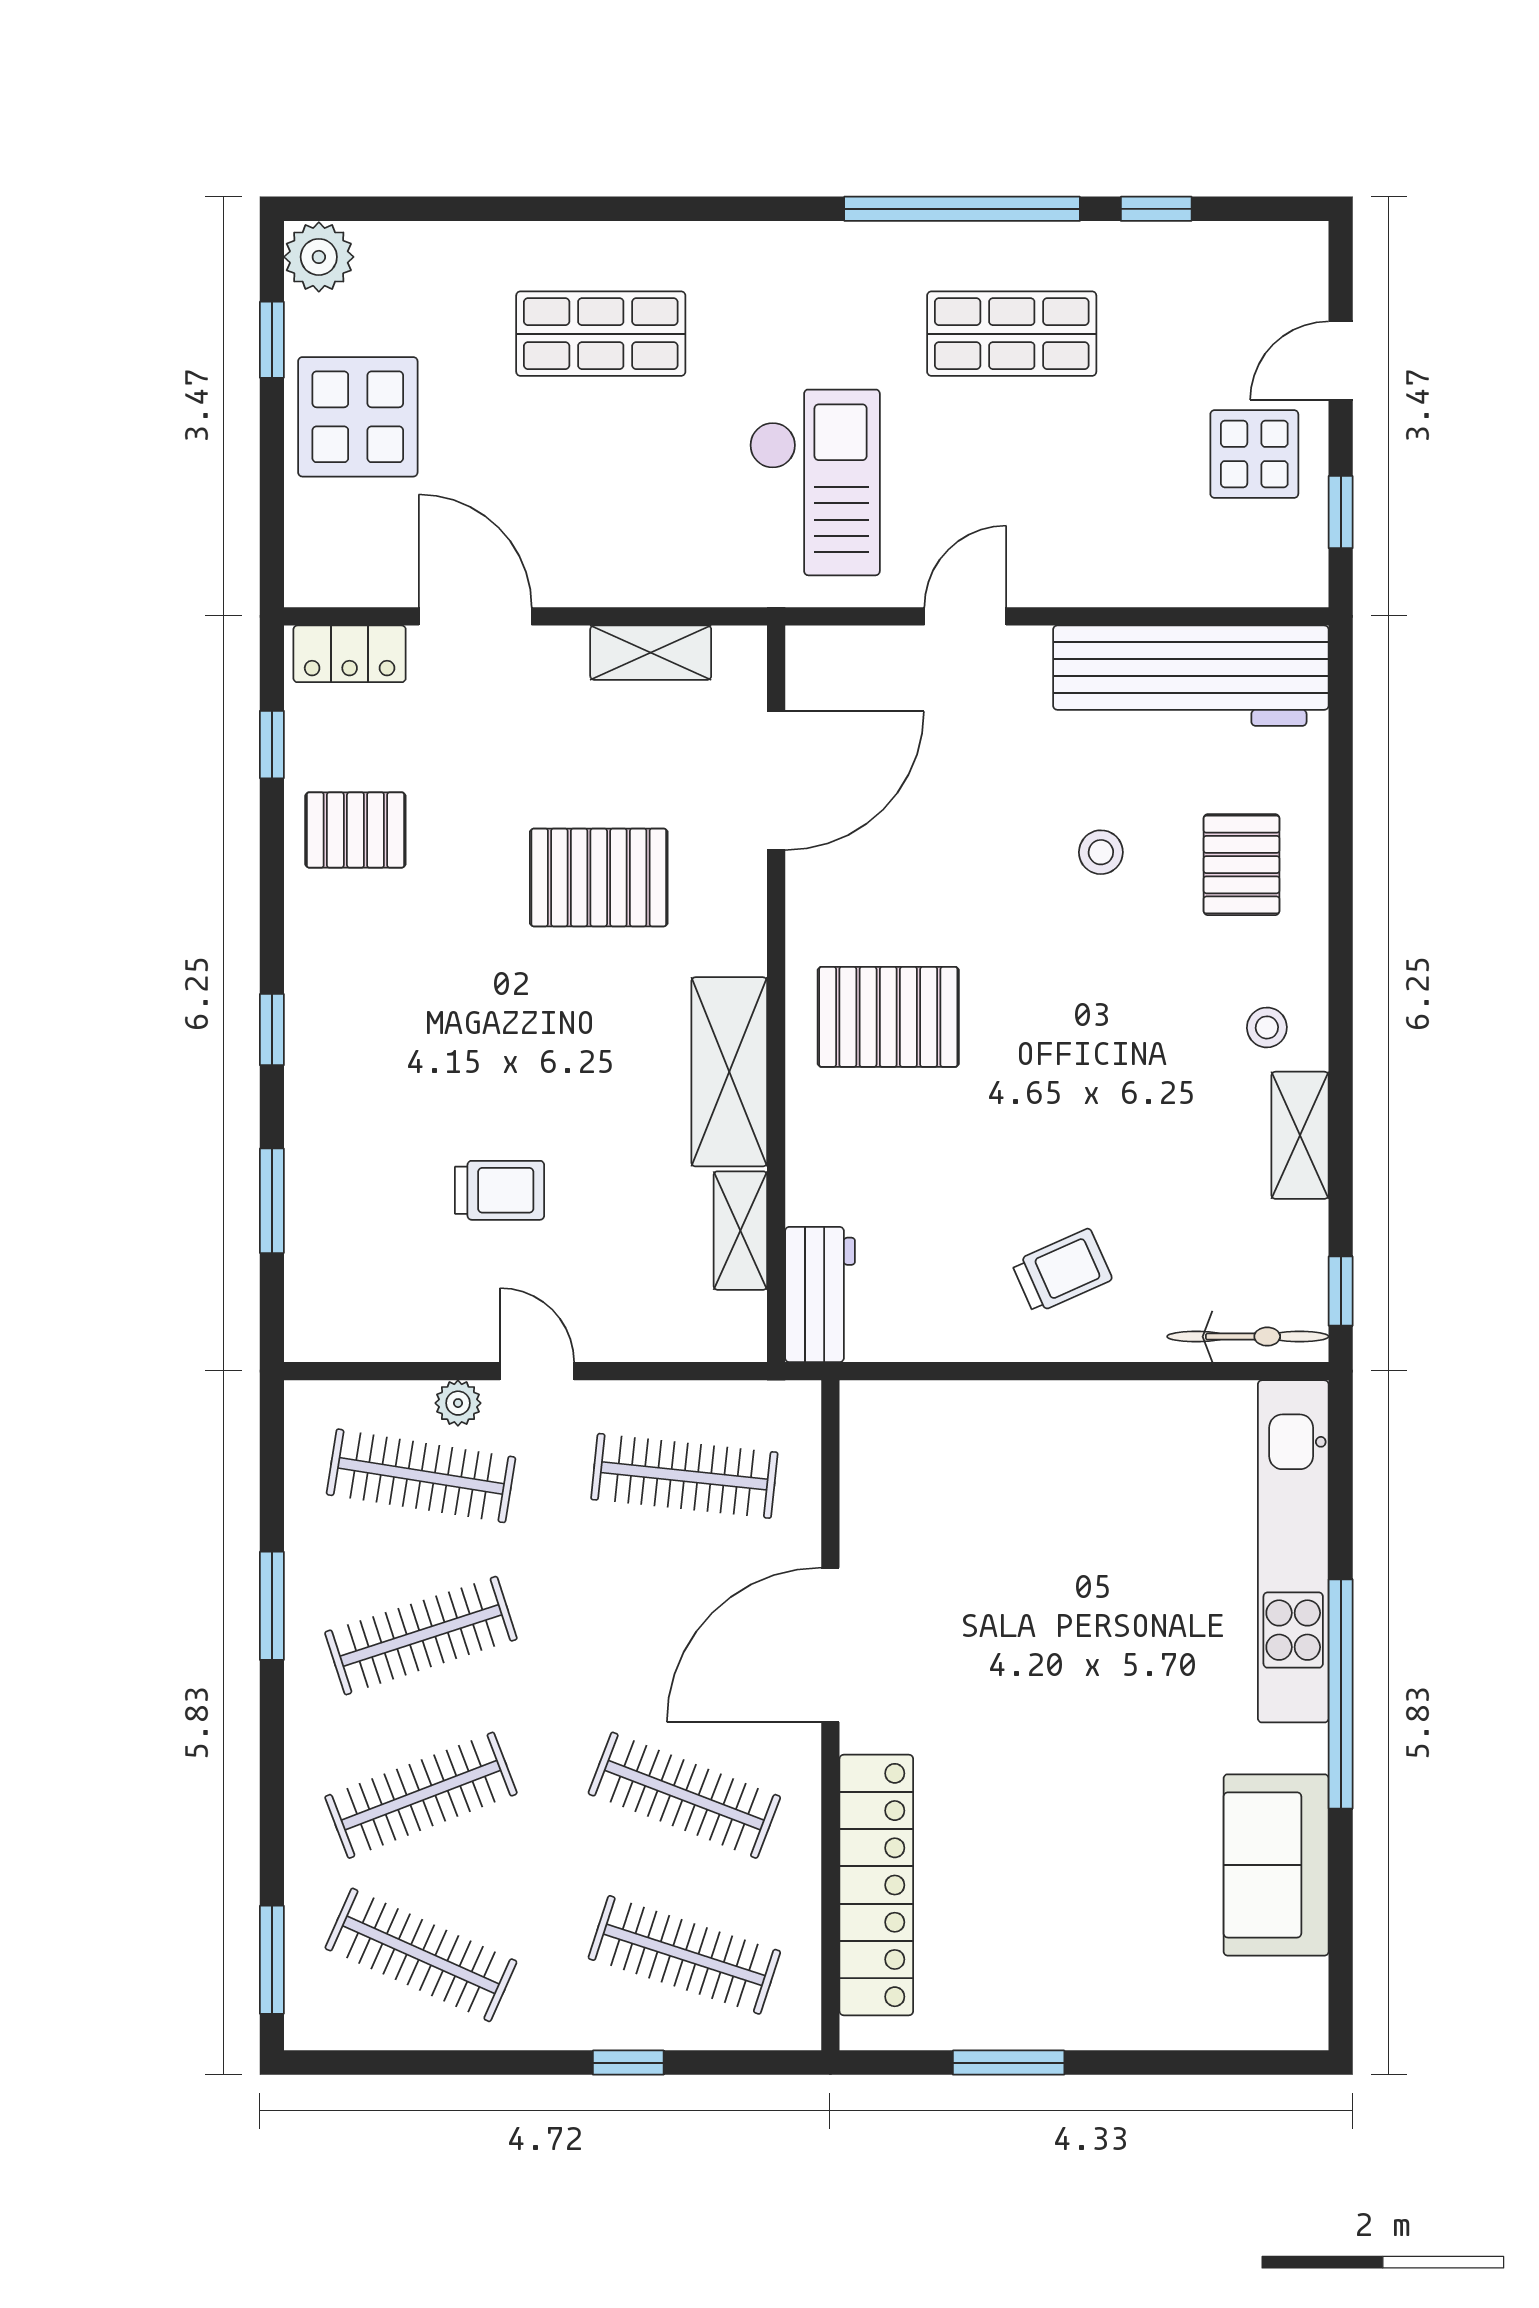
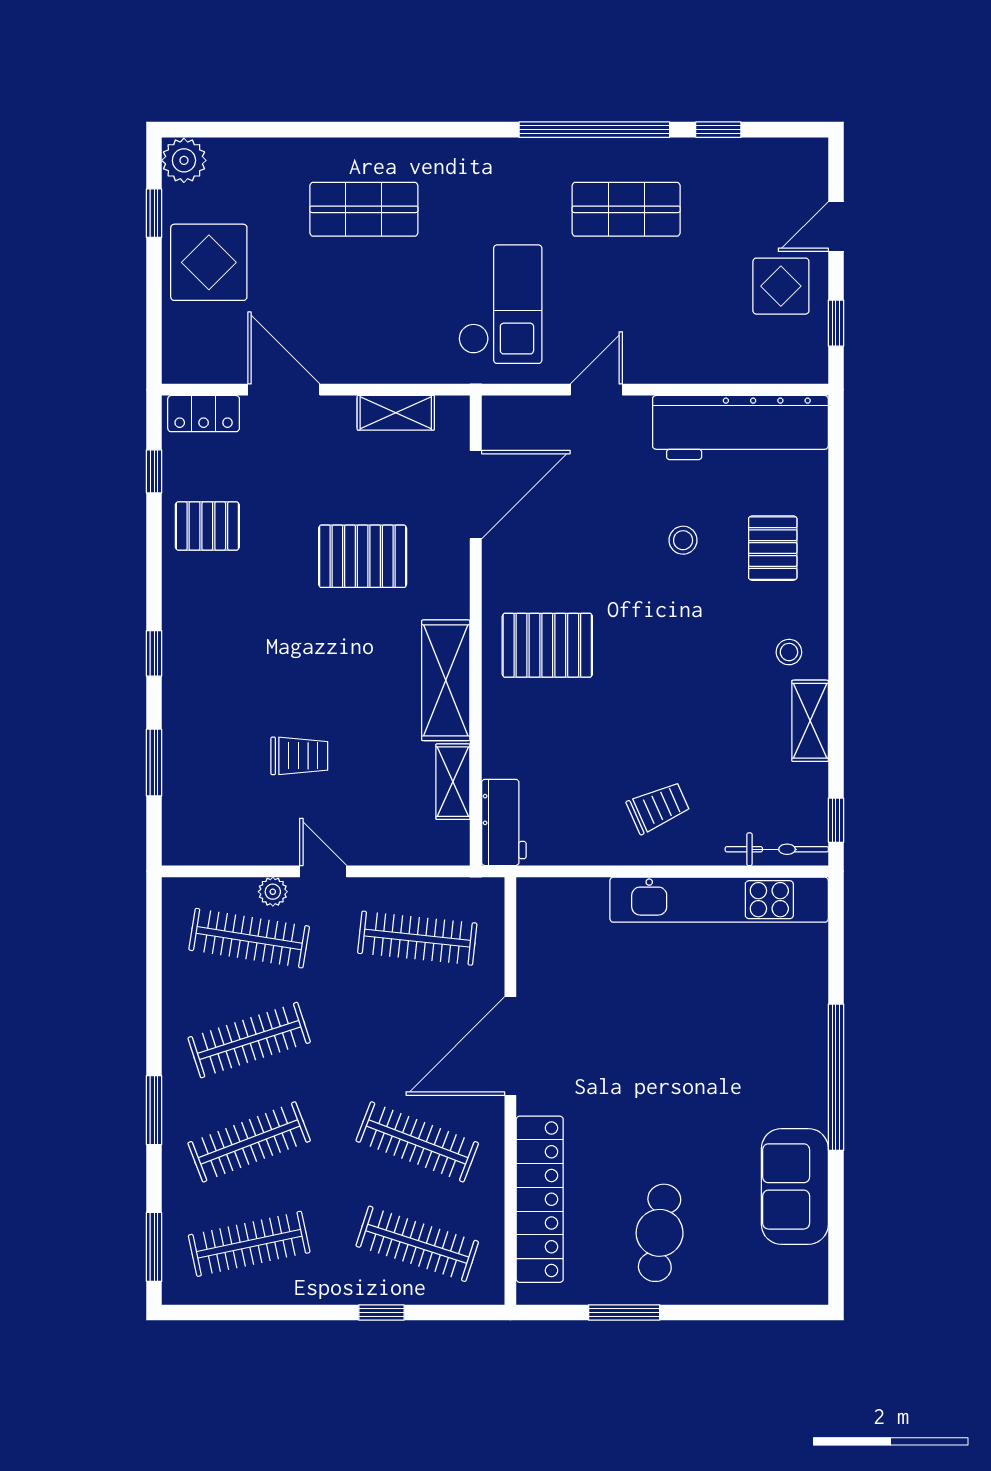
kitchen unit: (1293, 1551) -> (719, 900), moved, turned -90
window: (272, 1606) -> (154, 1110), moved
cafe table: (1064, 1938) -> (660, 1233), added
clothes rail: (421, 1955) -> (249, 1244), turned -36

